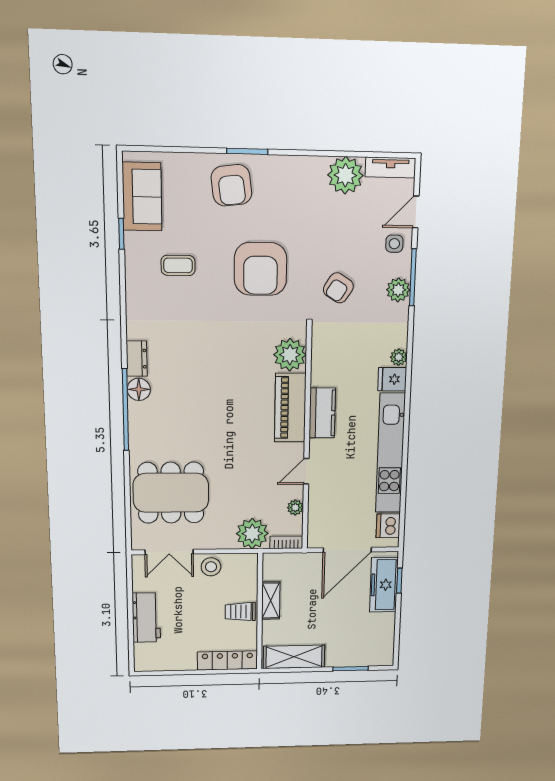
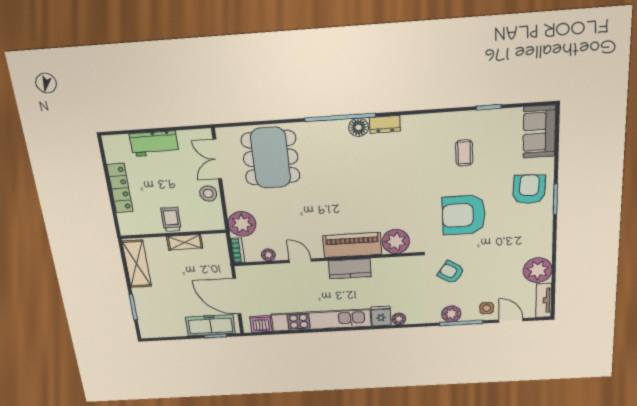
armchair: (231, 185) -> (529, 189), turned 100
sofa: (142, 197) -> (539, 132), moved, turned 90
locker: (227, 660) -> (120, 188), moved

